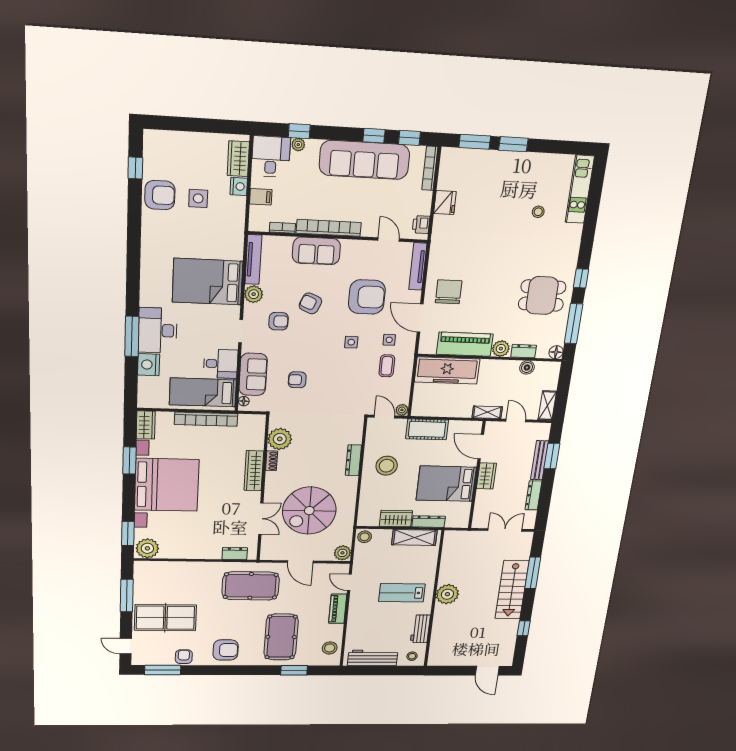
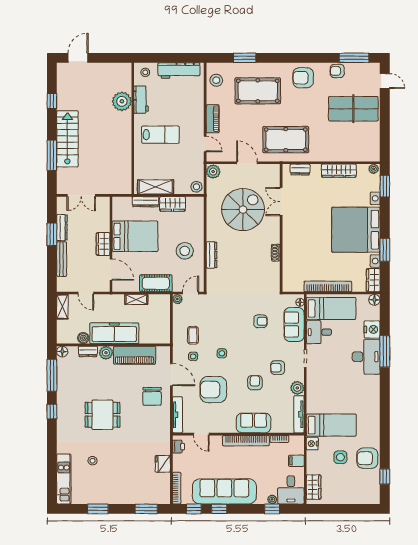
window: (513, 144) -> (98, 509), moved
nightstand: (239, 186) -> (312, 444), moved
bed: (208, 282) -> (331, 425), moved, width x0.67
dining table: (542, 296) -> (103, 415), moved
armchair: (310, 303) -> (255, 383), turned -113
freezer: (447, 370) -> (114, 333), moved
floor lamp: (145, 401) -> (374, 300), added
shelving: (487, 412) -> (136, 299), moved
door: (384, 417) -> (191, 293), swing flipped
plant: (280, 439) -> (271, 272), removed
window: (552, 456) -> (52, 234), moved
wardrobe: (254, 471) -> (339, 171), moved, turned 90
plant: (147, 548) -> (374, 169), width x0.53, depth x0.53
plant: (447, 594) -> (122, 101), moved
window: (127, 596) -> (385, 129), removed
pool table: (281, 637) -> (258, 91), turned 90
armchair: (184, 657) -> (337, 71), turned 90
door: (487, 671) -> (78, 58), hinge flipped

